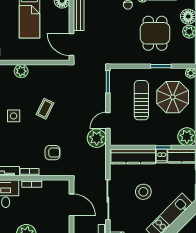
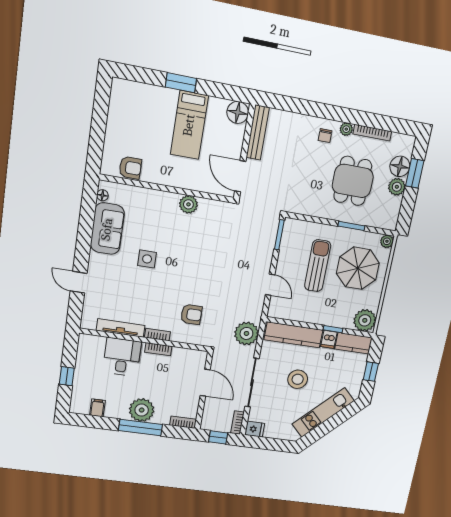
plant: (21, 71) -> (188, 204), moved
coffee table: (45, 109) -> (191, 256), removed
door: (108, 120) -> (270, 285), swing flipped
plant: (97, 138) -> (246, 333), moved

